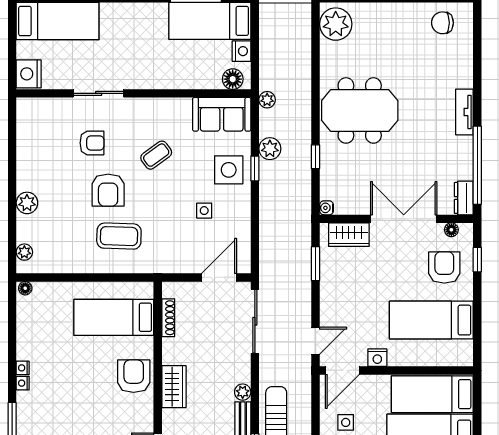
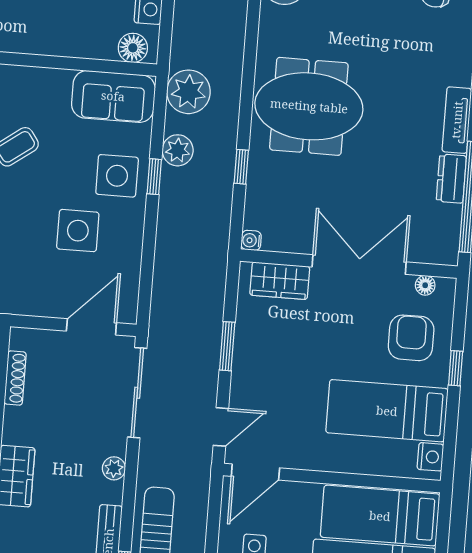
plant: (267, 100) -> (188, 92), width x1.87, depth x1.87
dresser: (464, 198) -> (451, 179), moved
side table: (204, 211) -> (78, 231), width x1.87, depth x1.87
window: (477, 260) -> (456, 368), moved
window: (316, 264) -> (227, 346), moved
nightstand: (377, 358) -> (430, 457), moved, turned -90
plant: (243, 392) -> (114, 468), moved

